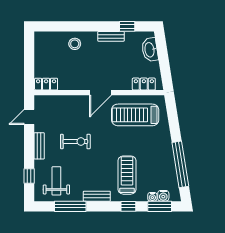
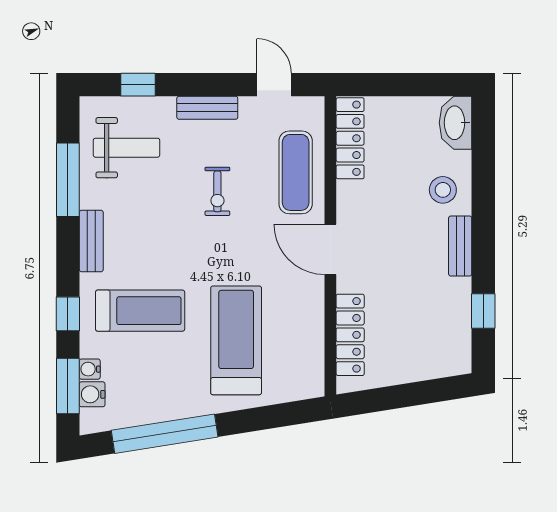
bench: (111, 36) -> (460, 246), moved
washbasin: (150, 50) -> (455, 123), moved, turned -81
locker: (46, 84) -> (350, 138), width x1.53
locker: (144, 84) -> (350, 335), width x1.53
exercise mat: (67, 108) -> (296, 172), added
treadmill: (135, 115) -> (236, 340), moved
exercise bike: (75, 142) -> (217, 191), width x0.73, depth x0.72

